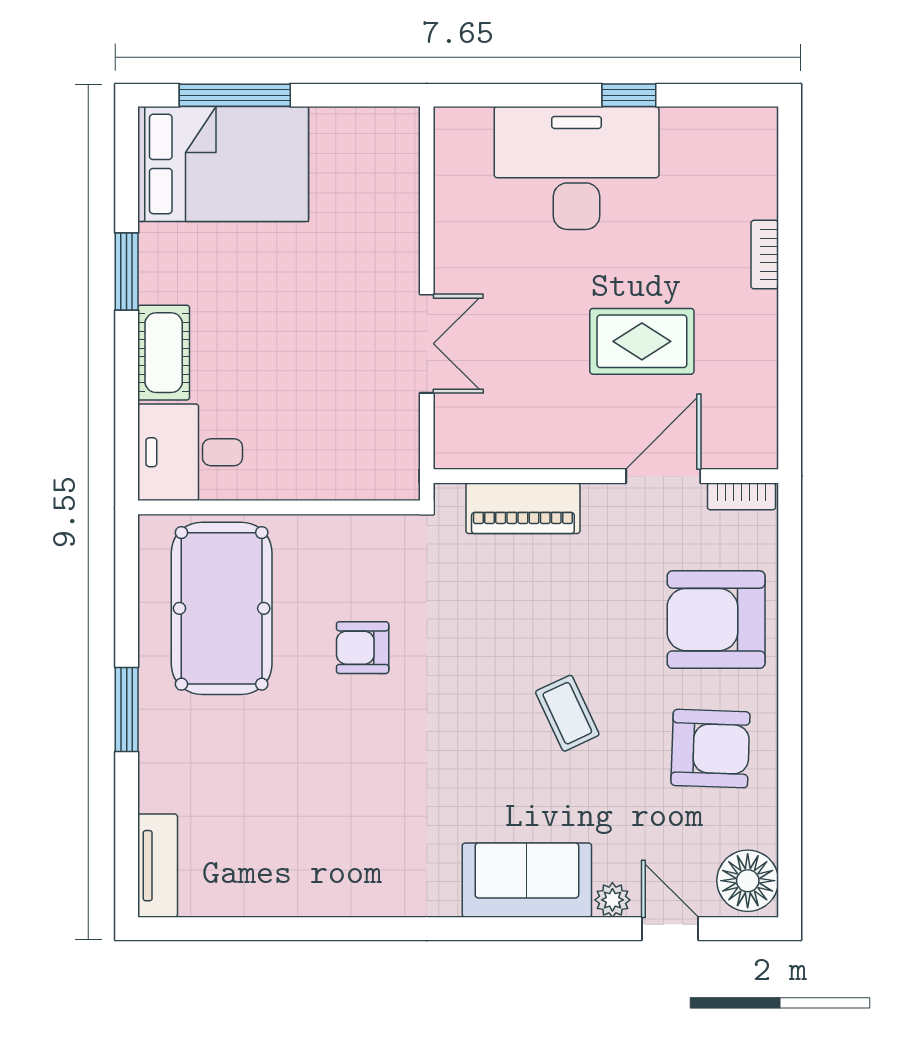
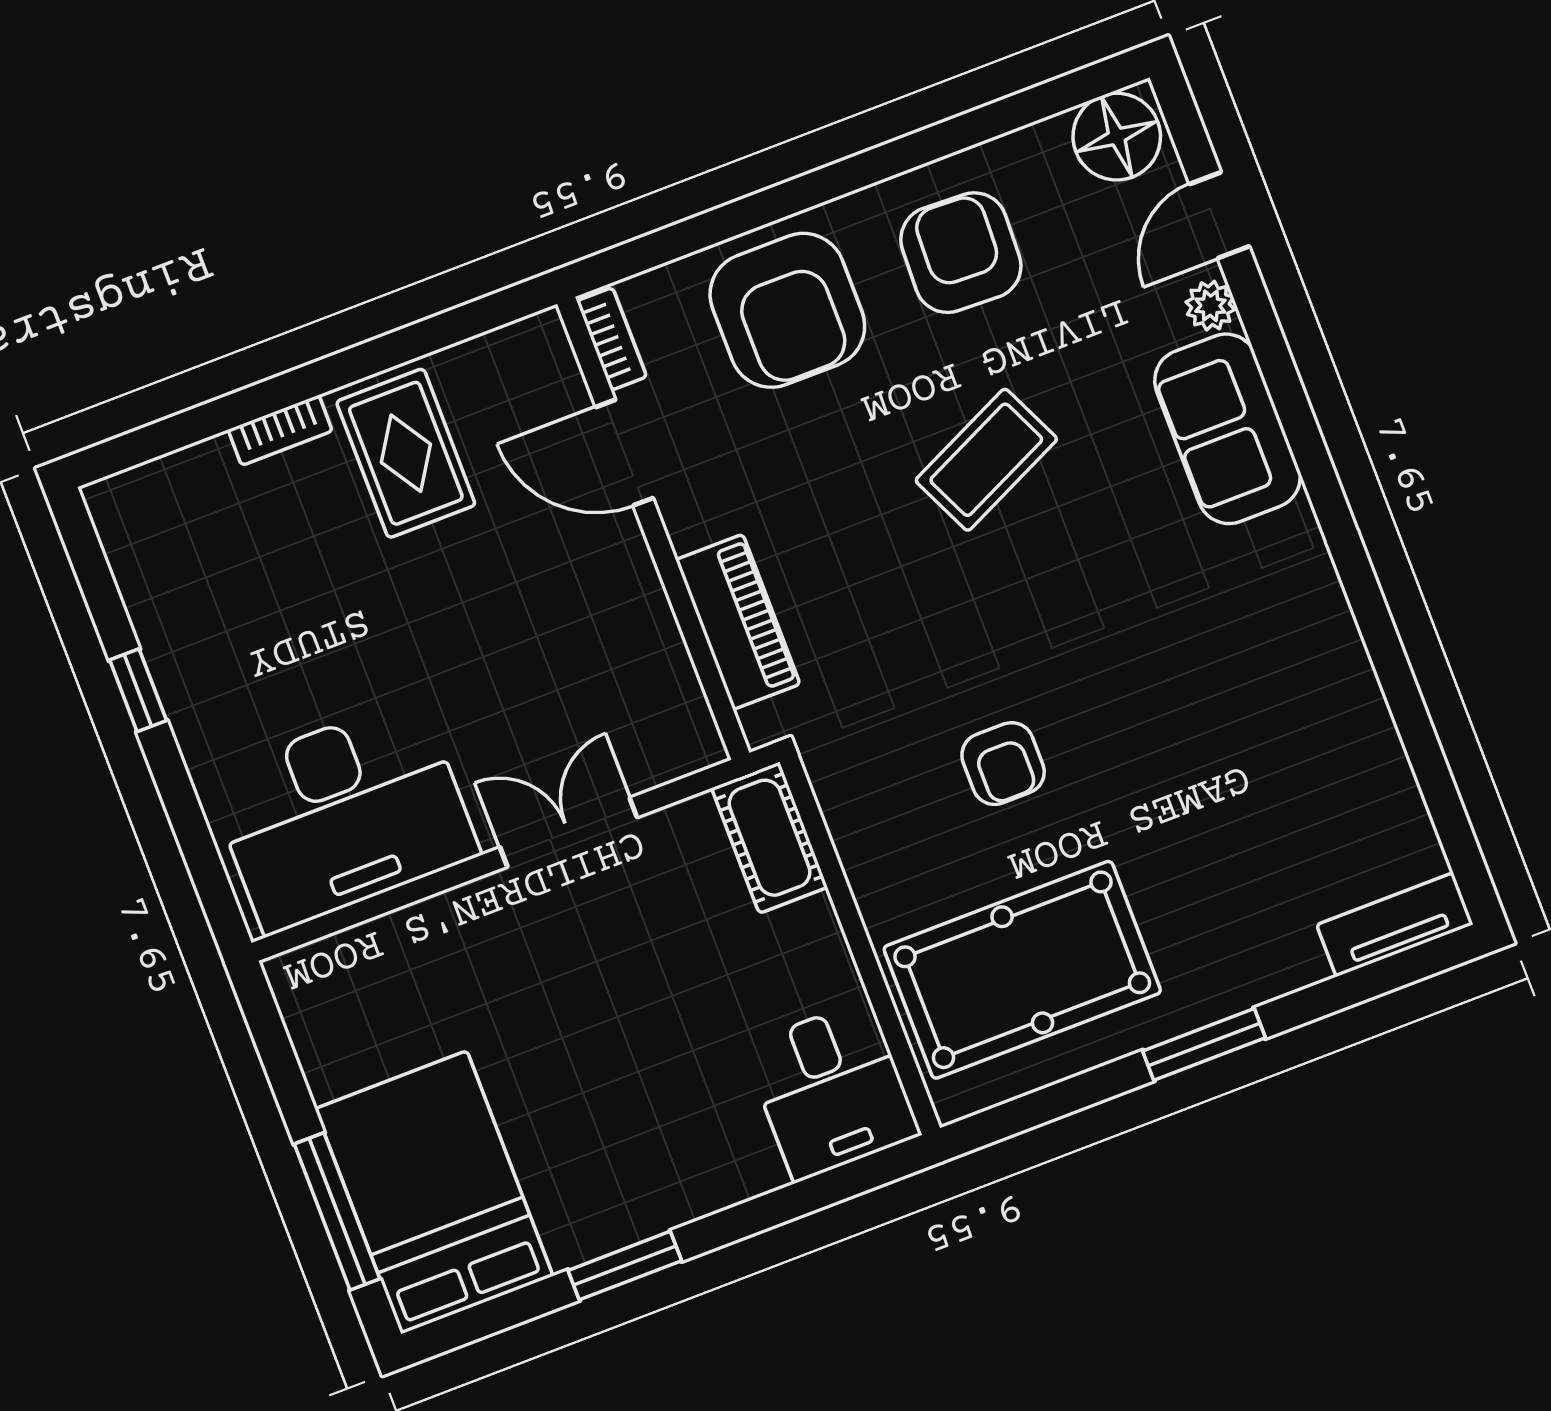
desk: (577, 168) -> (343, 815), moved, turned -90
rug: (642, 341) -> (406, 453), moved
cot: (164, 353) -> (770, 838), moved, turned 90
coffee table: (567, 713) -> (986, 460), width x1.36, depth x1.30

